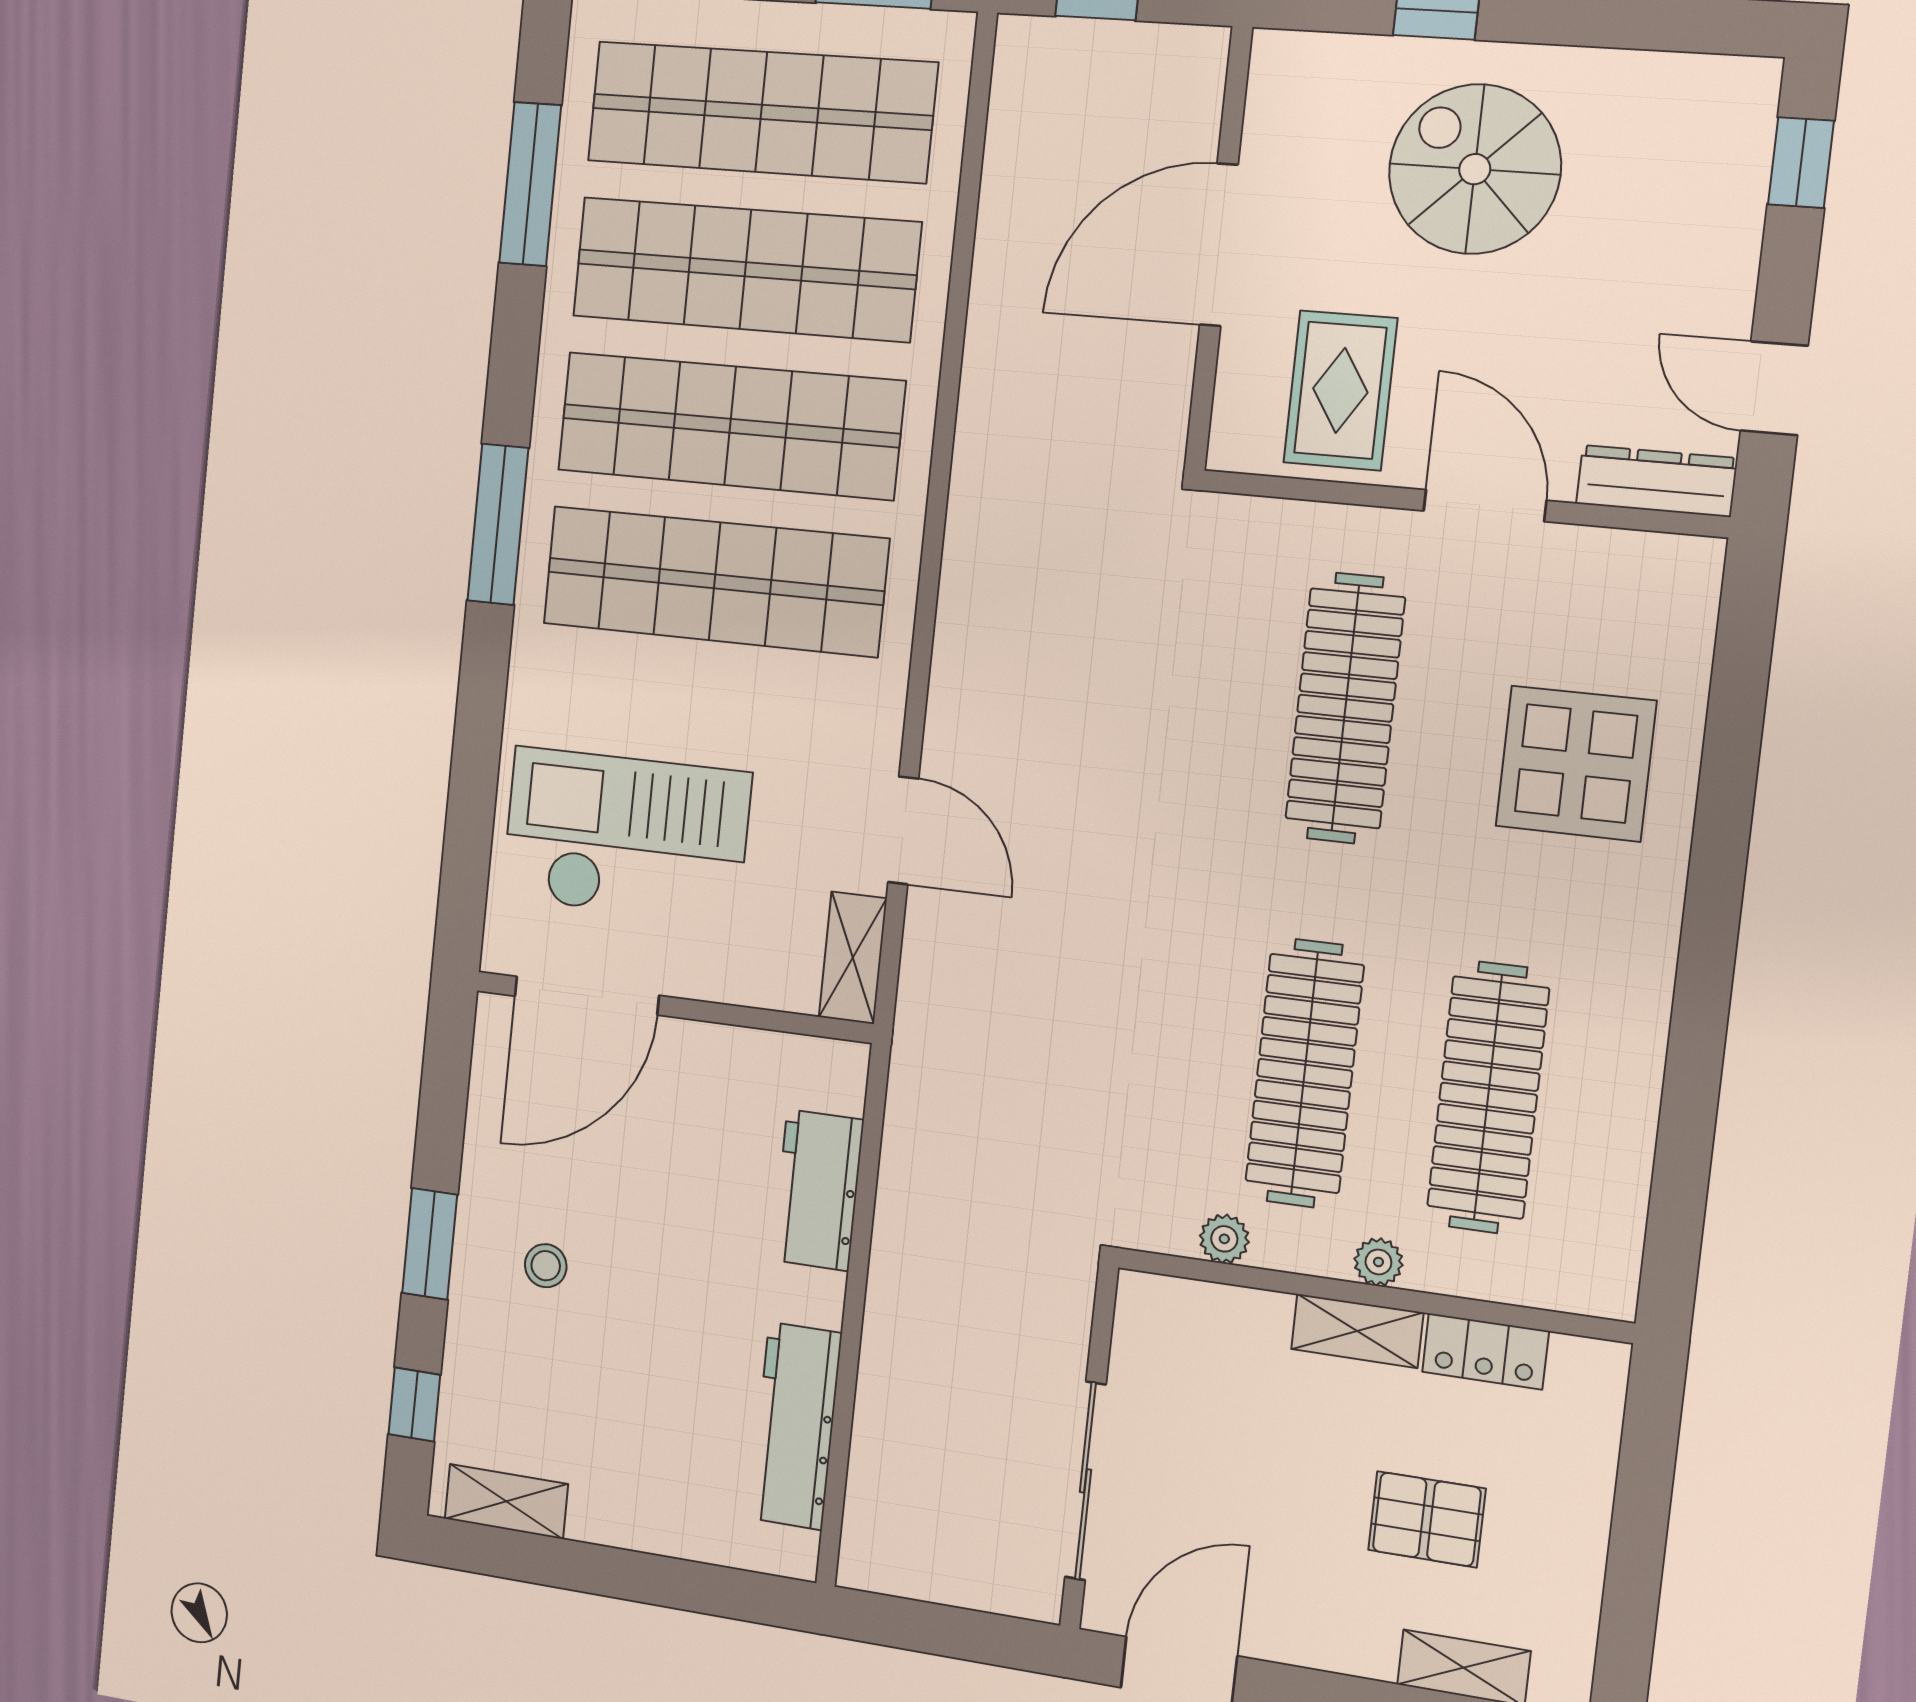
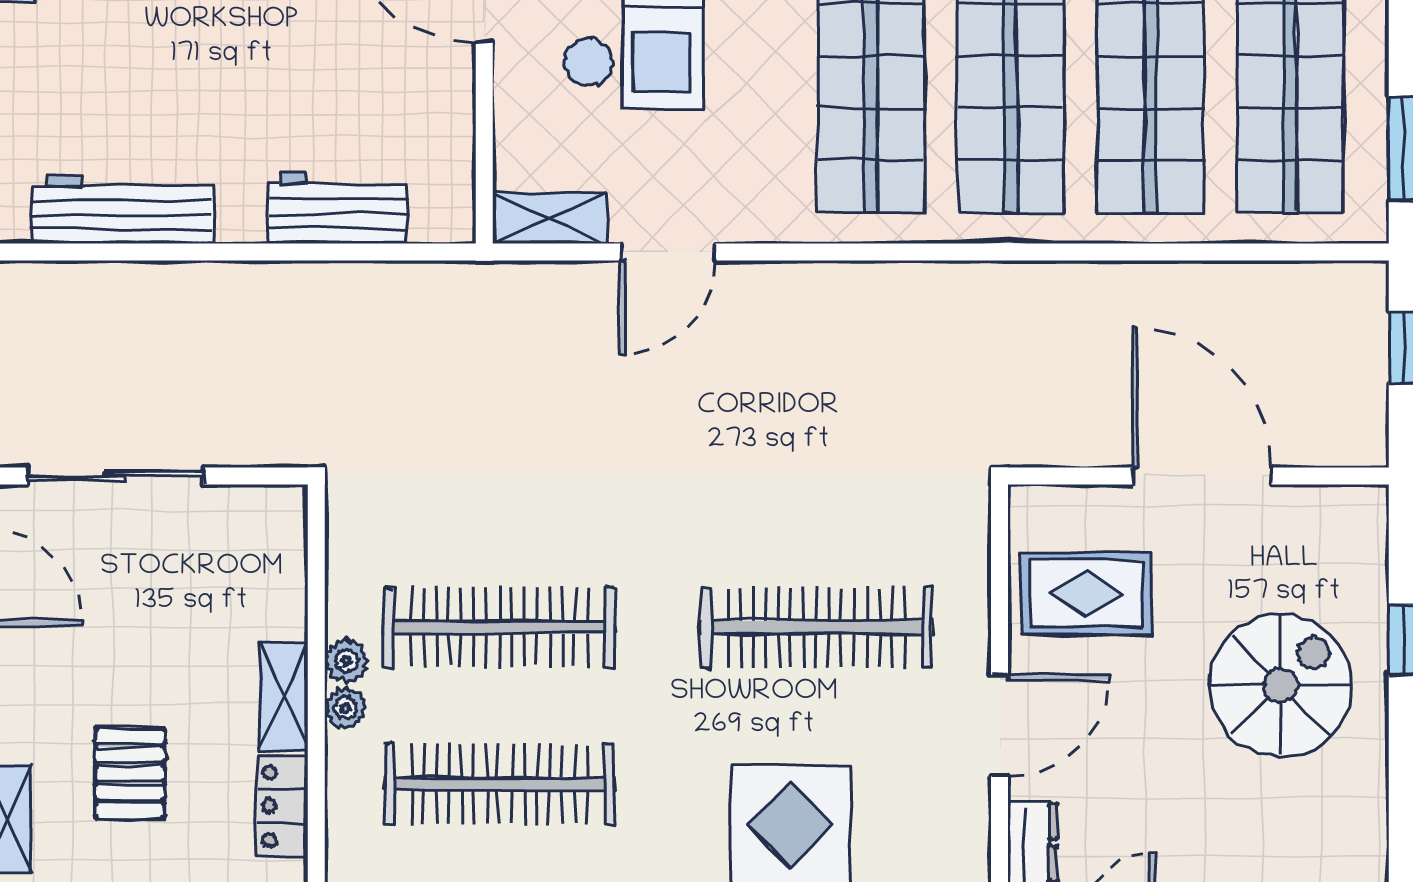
plant: (1224, 1239) -> (346, 661), moved

